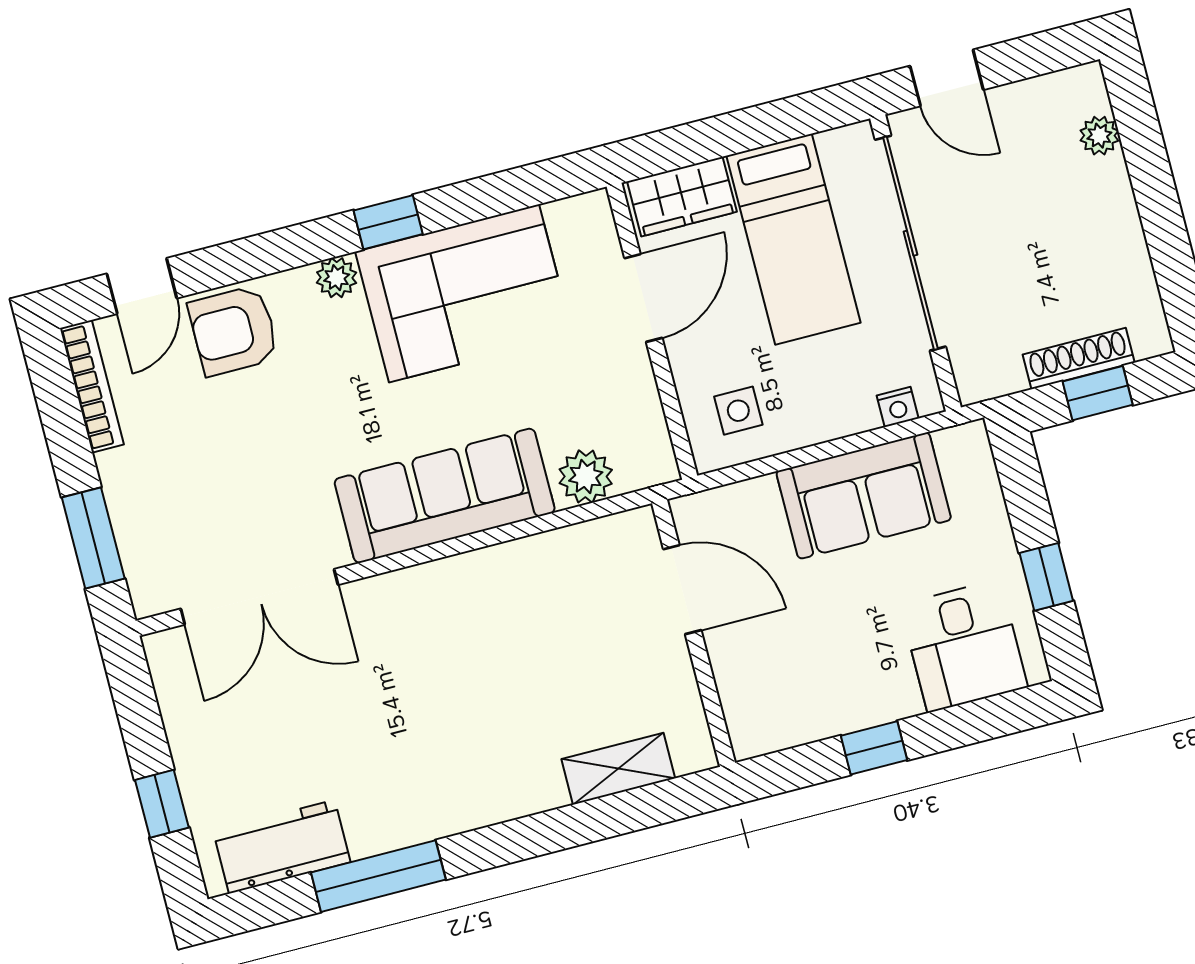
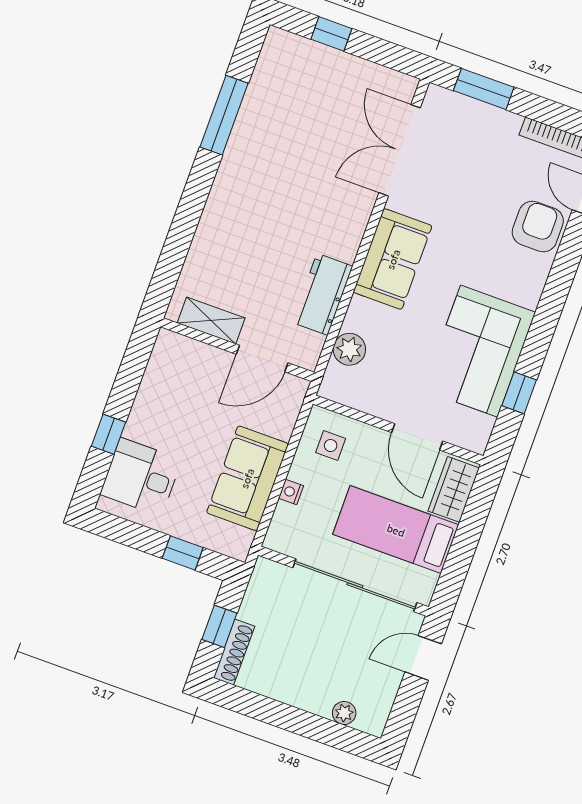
window: (388, 222) -> (519, 393), moved
plant: (337, 278) -> (529, 294), removed
shoe rack: (1079, 358) -> (234, 652), moved
nightstand: (898, 407) -> (291, 492), moved
sofa: (445, 496) -> (393, 259), width x0.73
window: (1046, 577) -> (183, 553), moved
window: (874, 748) -> (109, 434), moved
shelving: (618, 769) -> (211, 320), moved, turned 90
workbench: (282, 847) -> (322, 294), moved, turned 180

